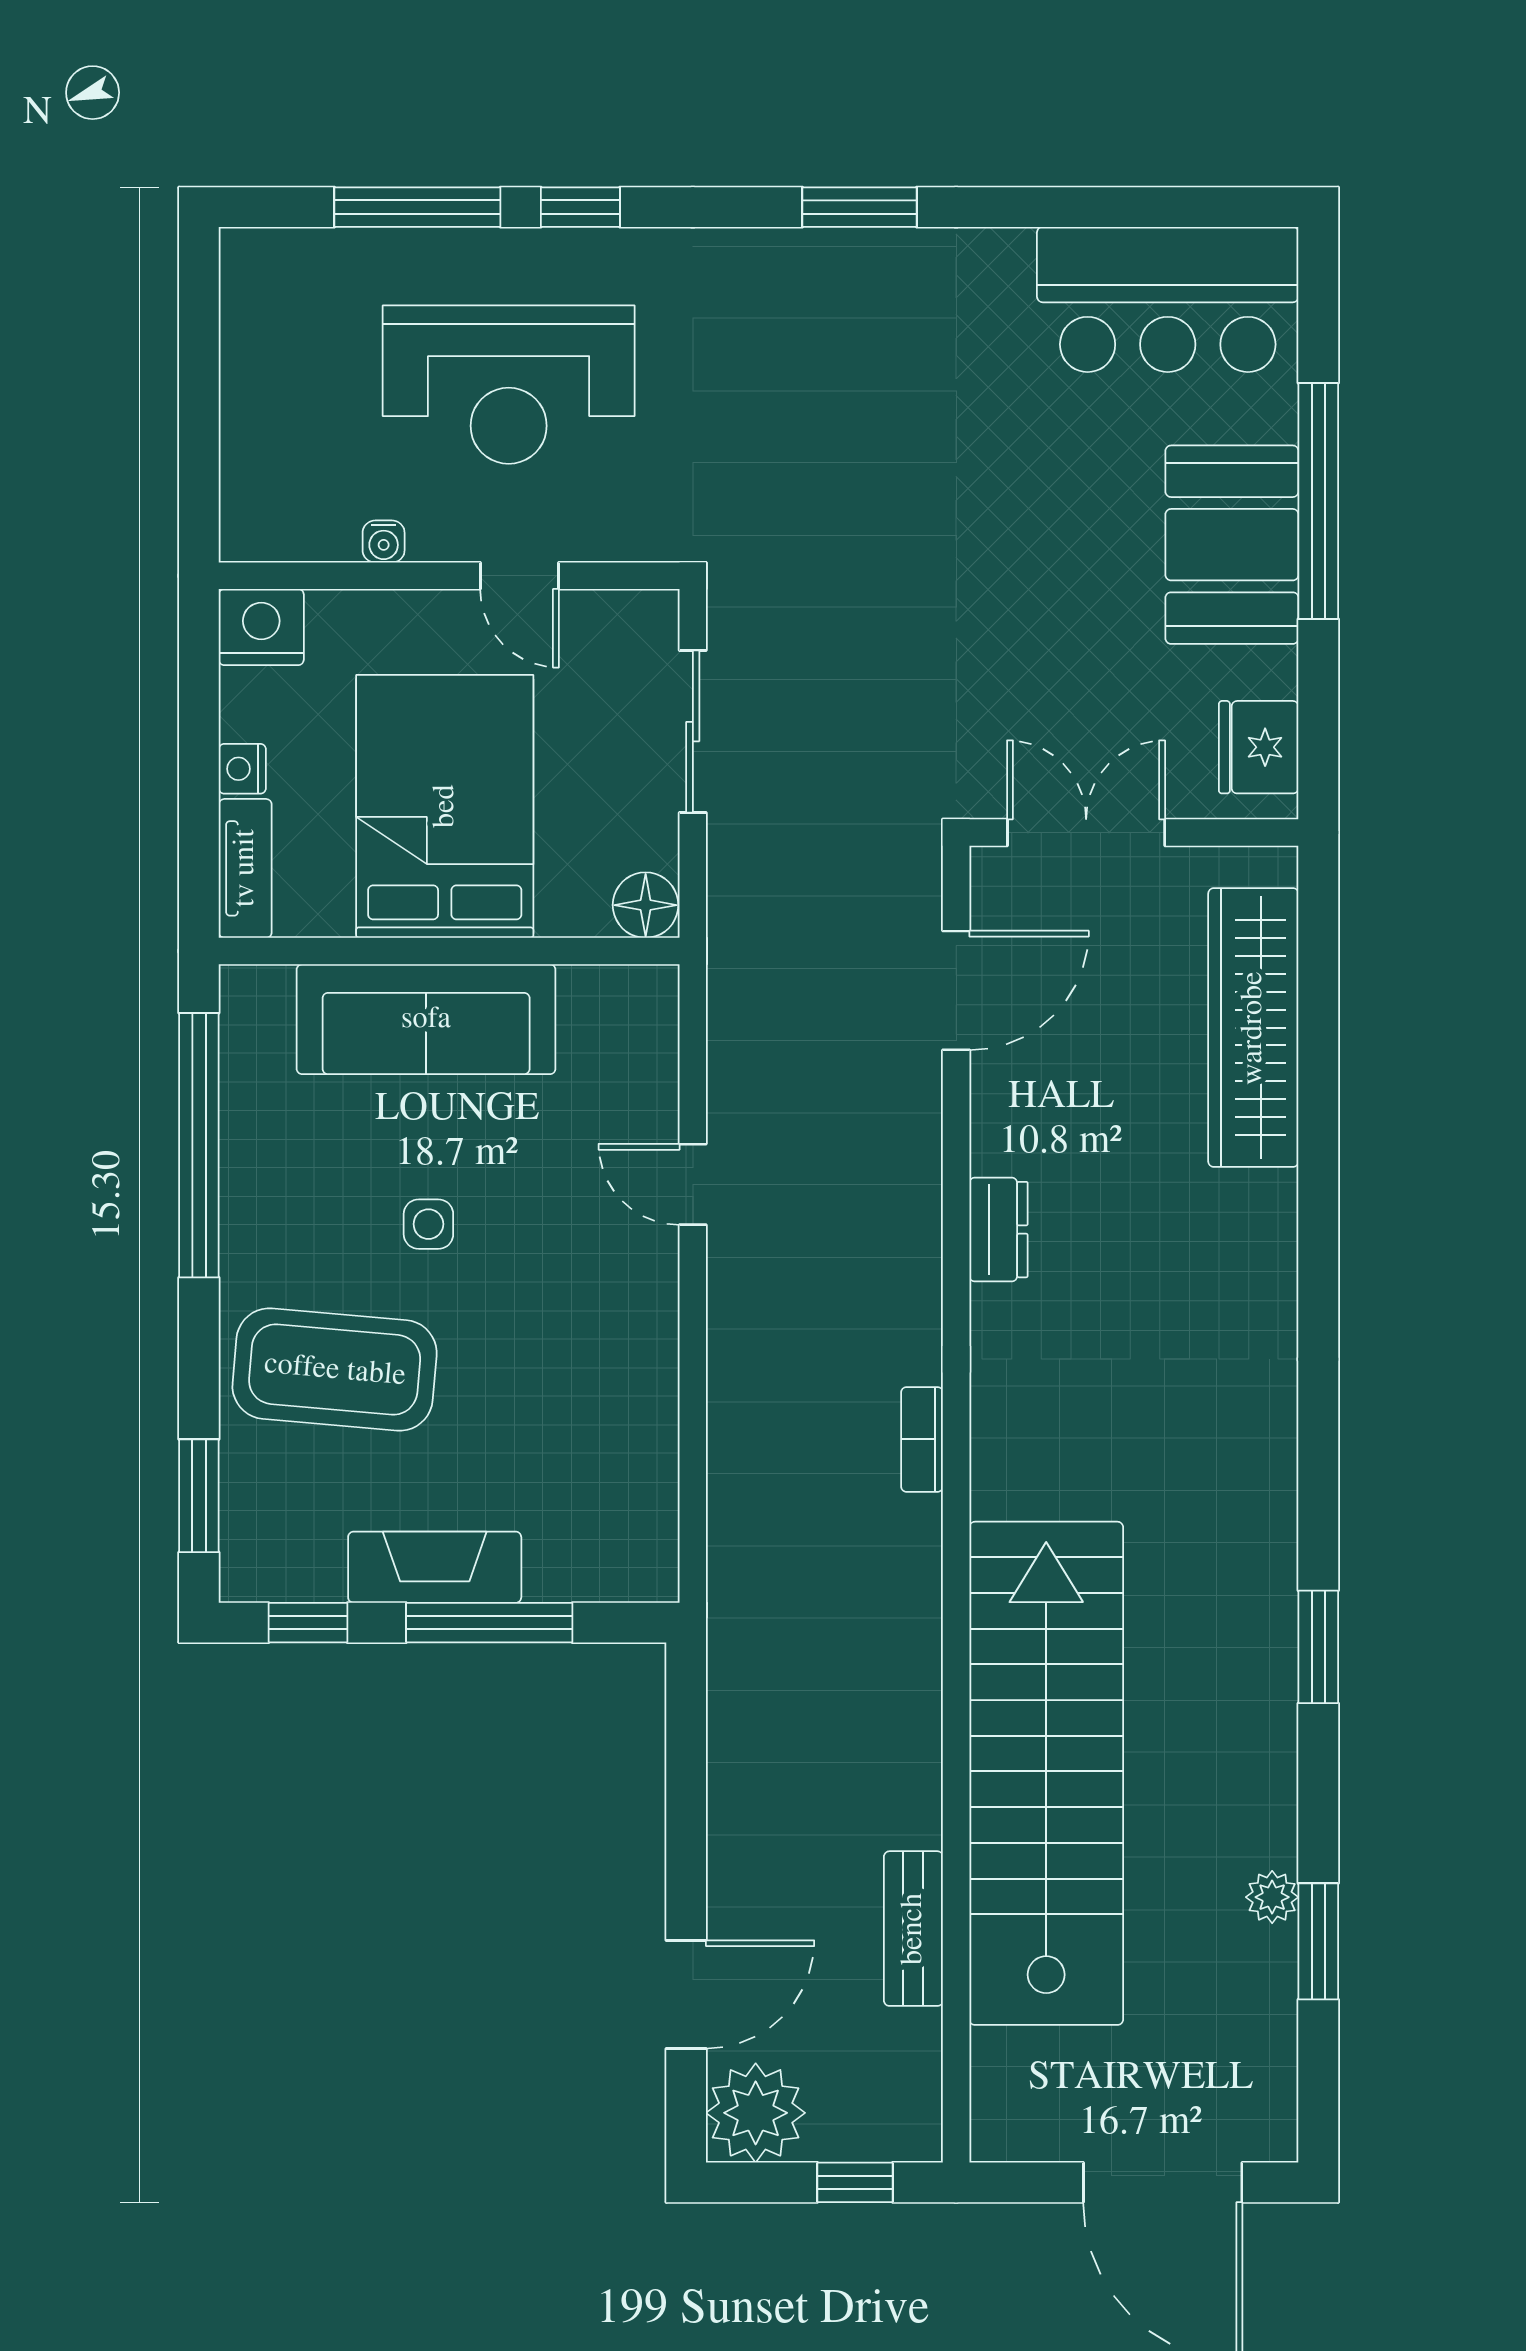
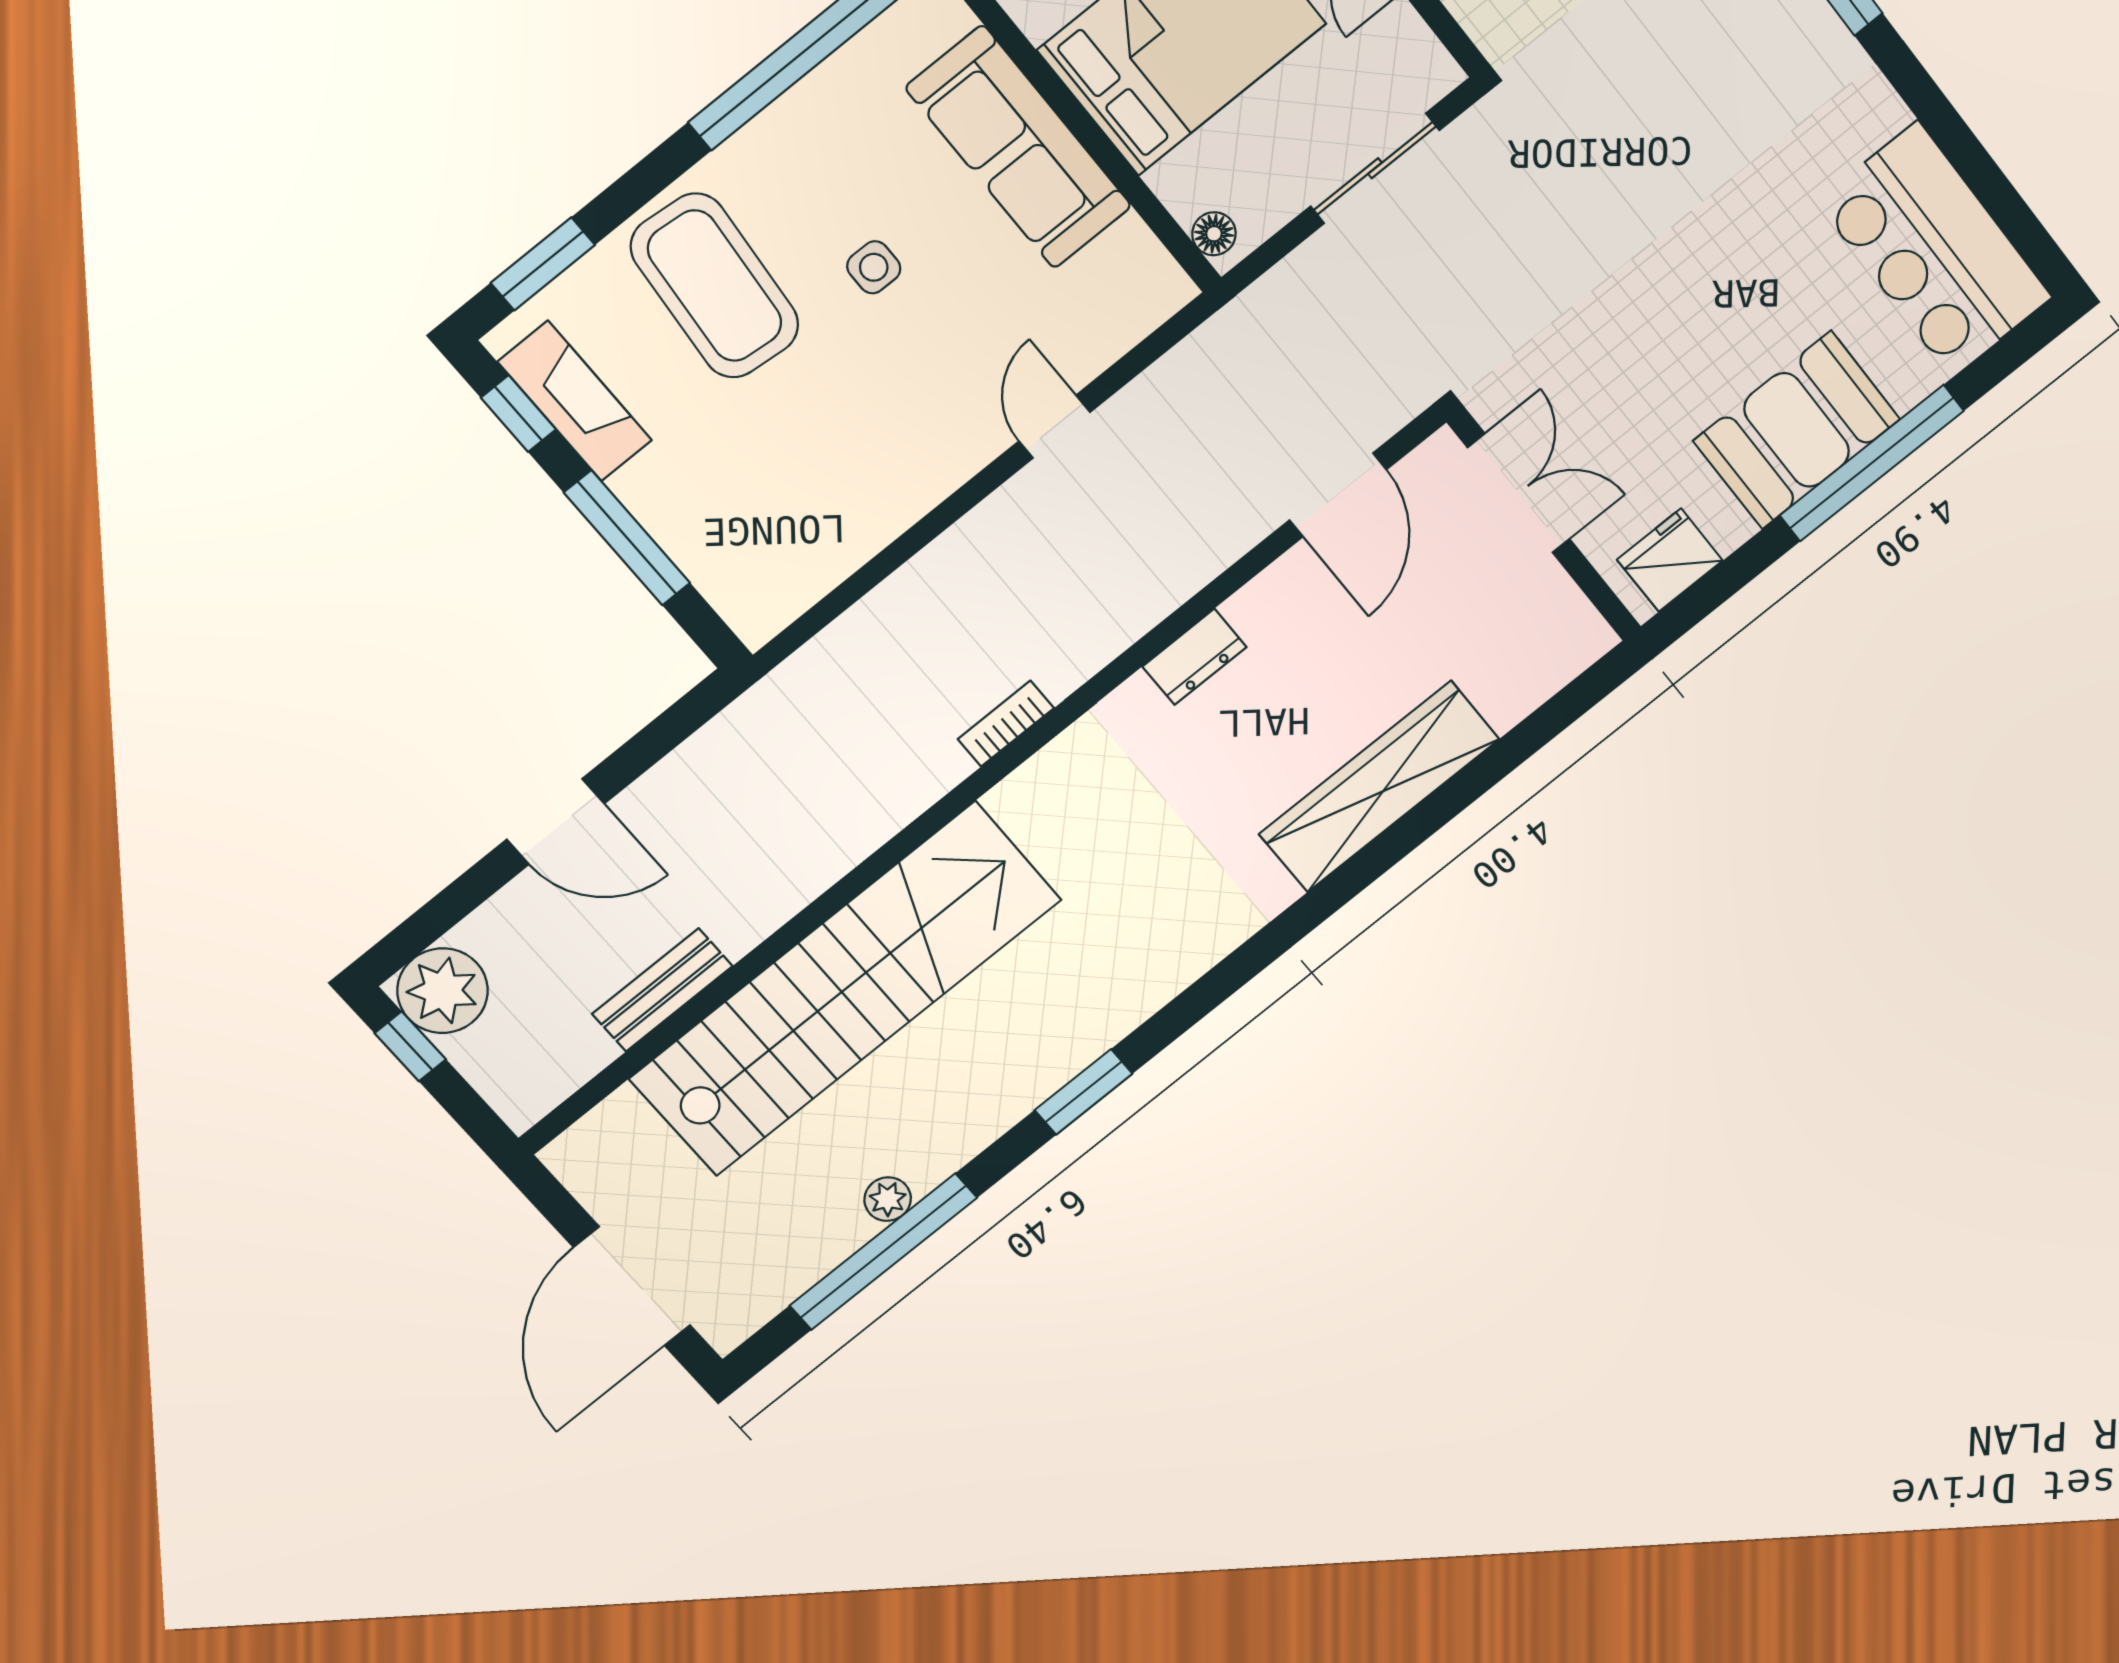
floor lamp: (646, 905) -> (1214, 234), width x0.73, depth x0.73
door: (956, 990) -> (1338, 495), hinge flipped
wardrobe: (1253, 1028) -> (1379, 787), moved
fireplace: (435, 1567) -> (575, 401), moved
window: (1318, 1941) -> (883, 1252), width x2.11
door: (686, 1994) -> (555, 821), moved
window: (855, 2182) -> (410, 1046), moved

